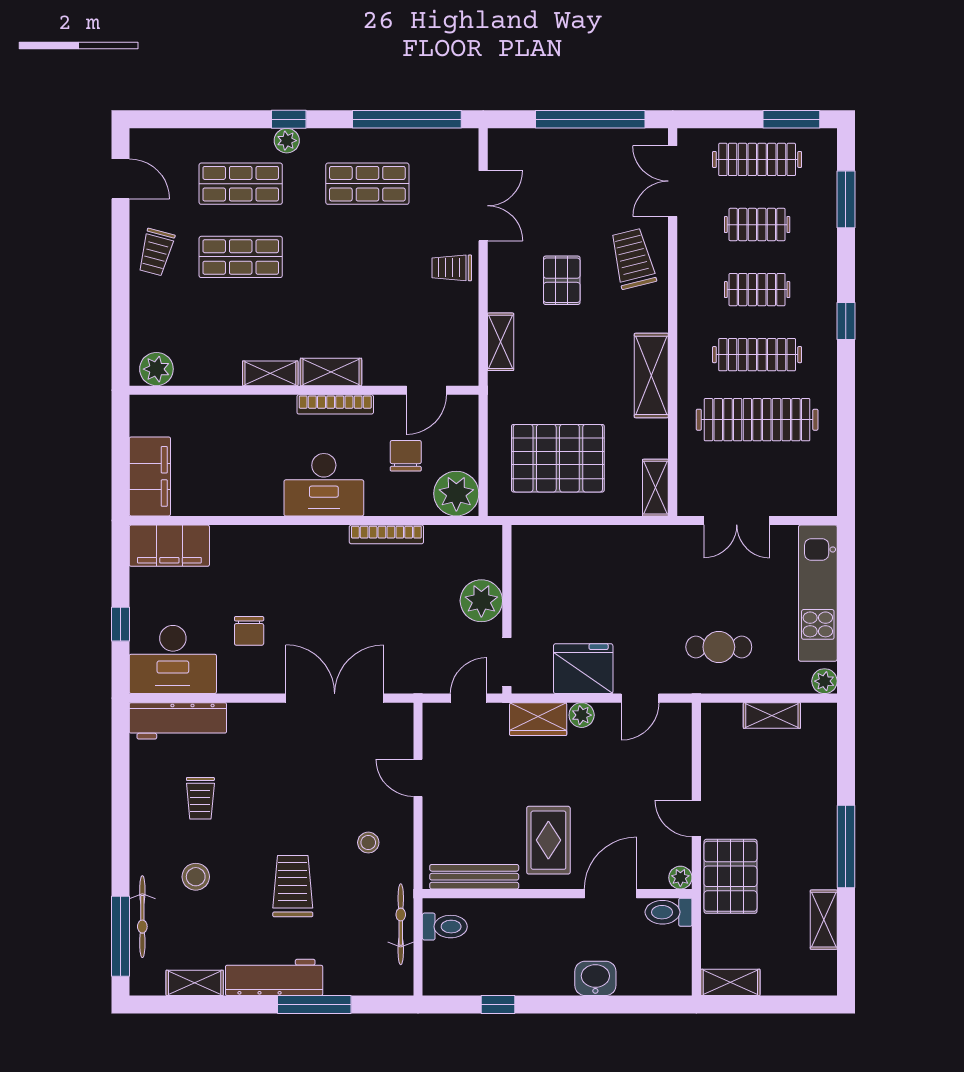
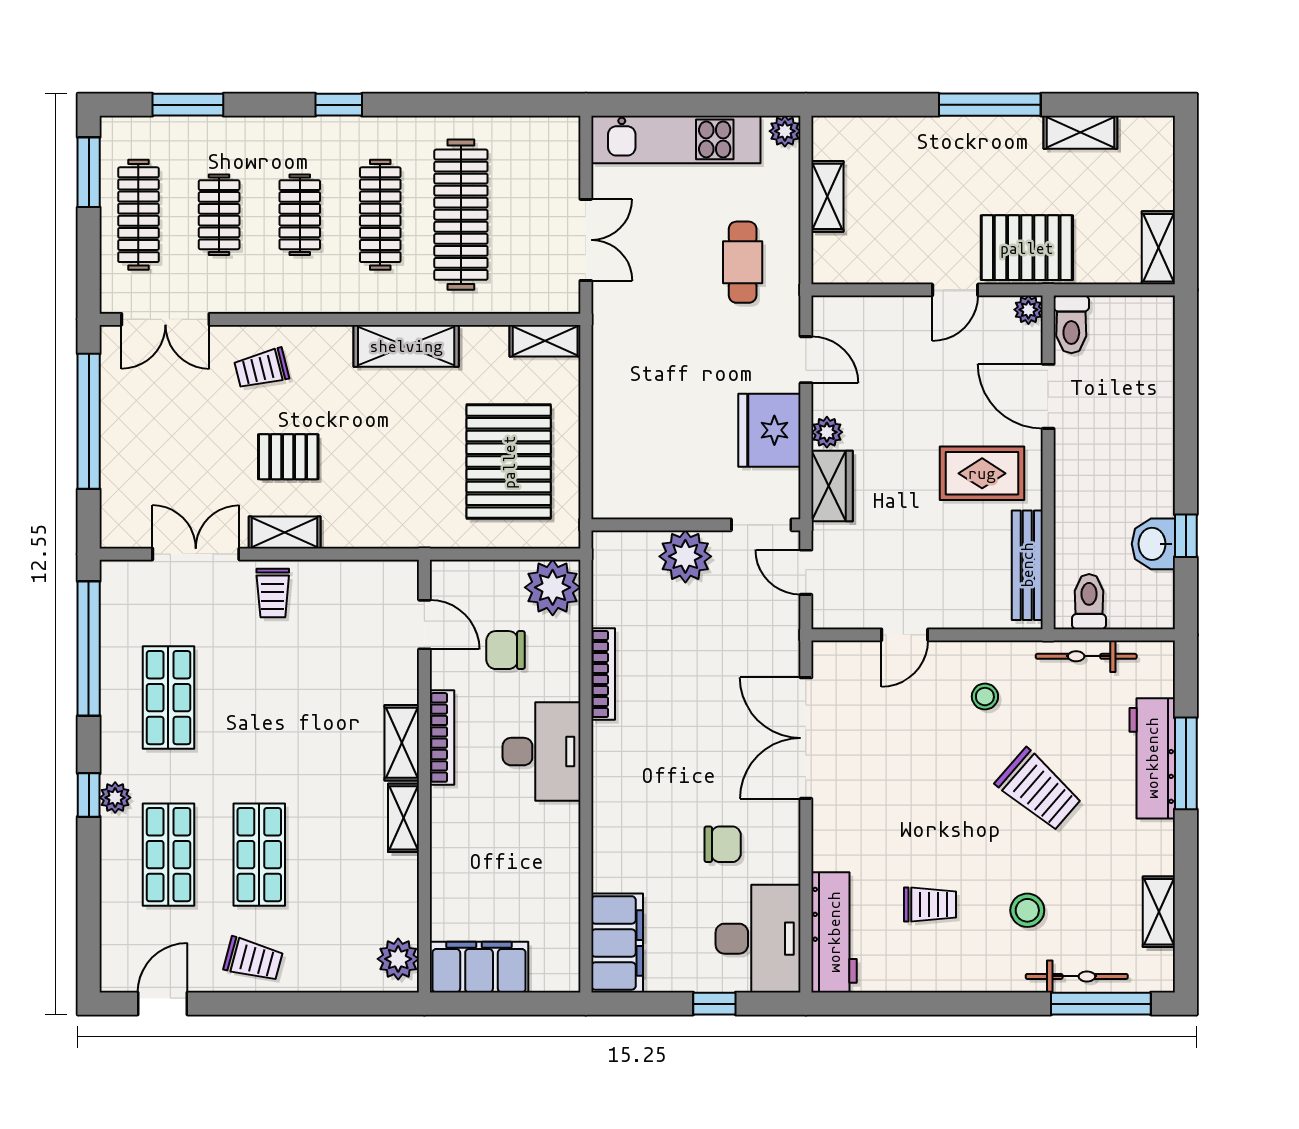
trolley: (633, 259) -> (261, 369), width x0.73, depth x0.72
shelving: (501, 342) -> (285, 533), moved
filing cabinet: (150, 476) -> (479, 967), moved
trolley: (293, 886) -> (1039, 790), turned -139
workbench: (274, 977) -> (1152, 758), moved
washbasin: (595, 978) -> (1153, 544), moved

